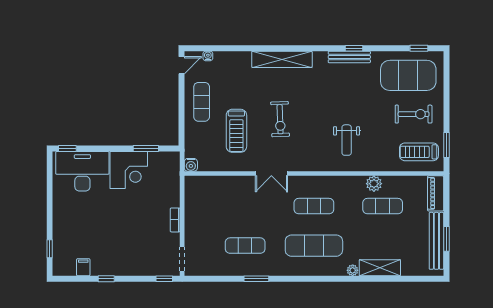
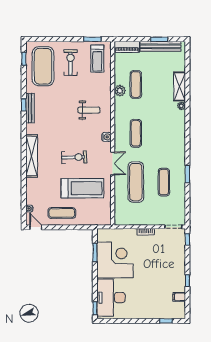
treadmill: (236, 131) -> (82, 188), width x1.37, depth x1.38
water cooler: (191, 165) -> (107, 137), moved
corner desk: (129, 170) -> (115, 260), width x1.36, depth x1.36
exercise mat: (314, 246) -> (136, 182), moved

